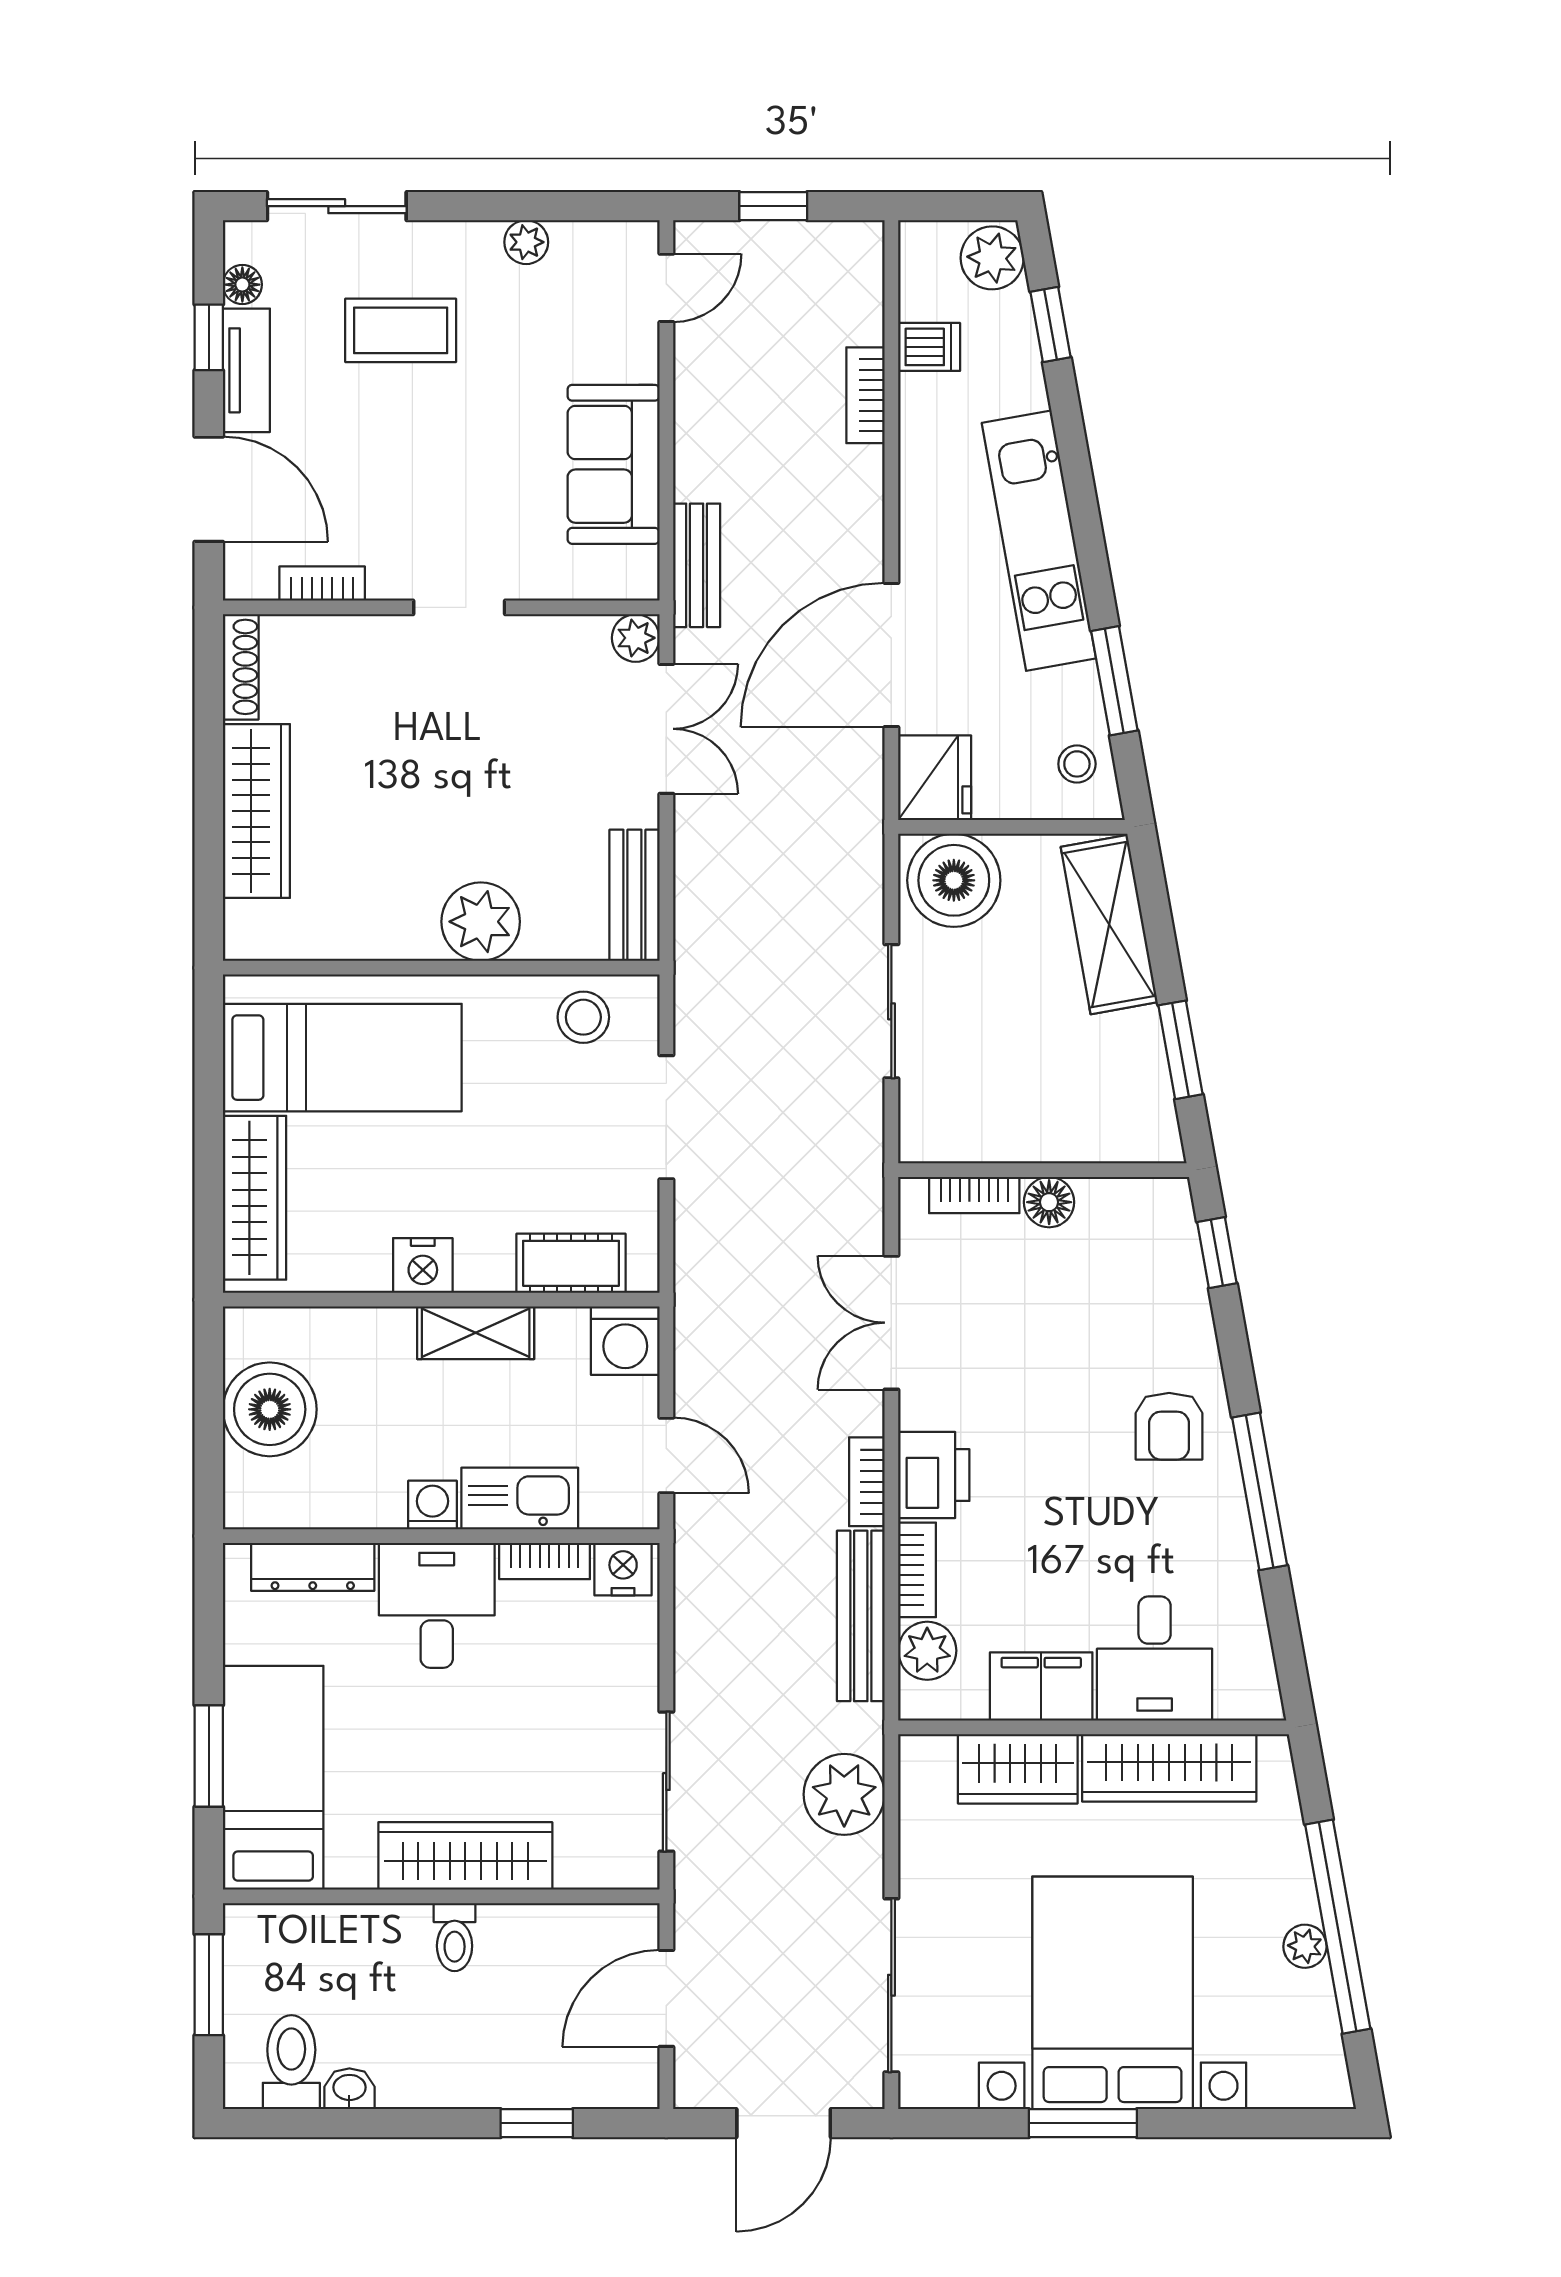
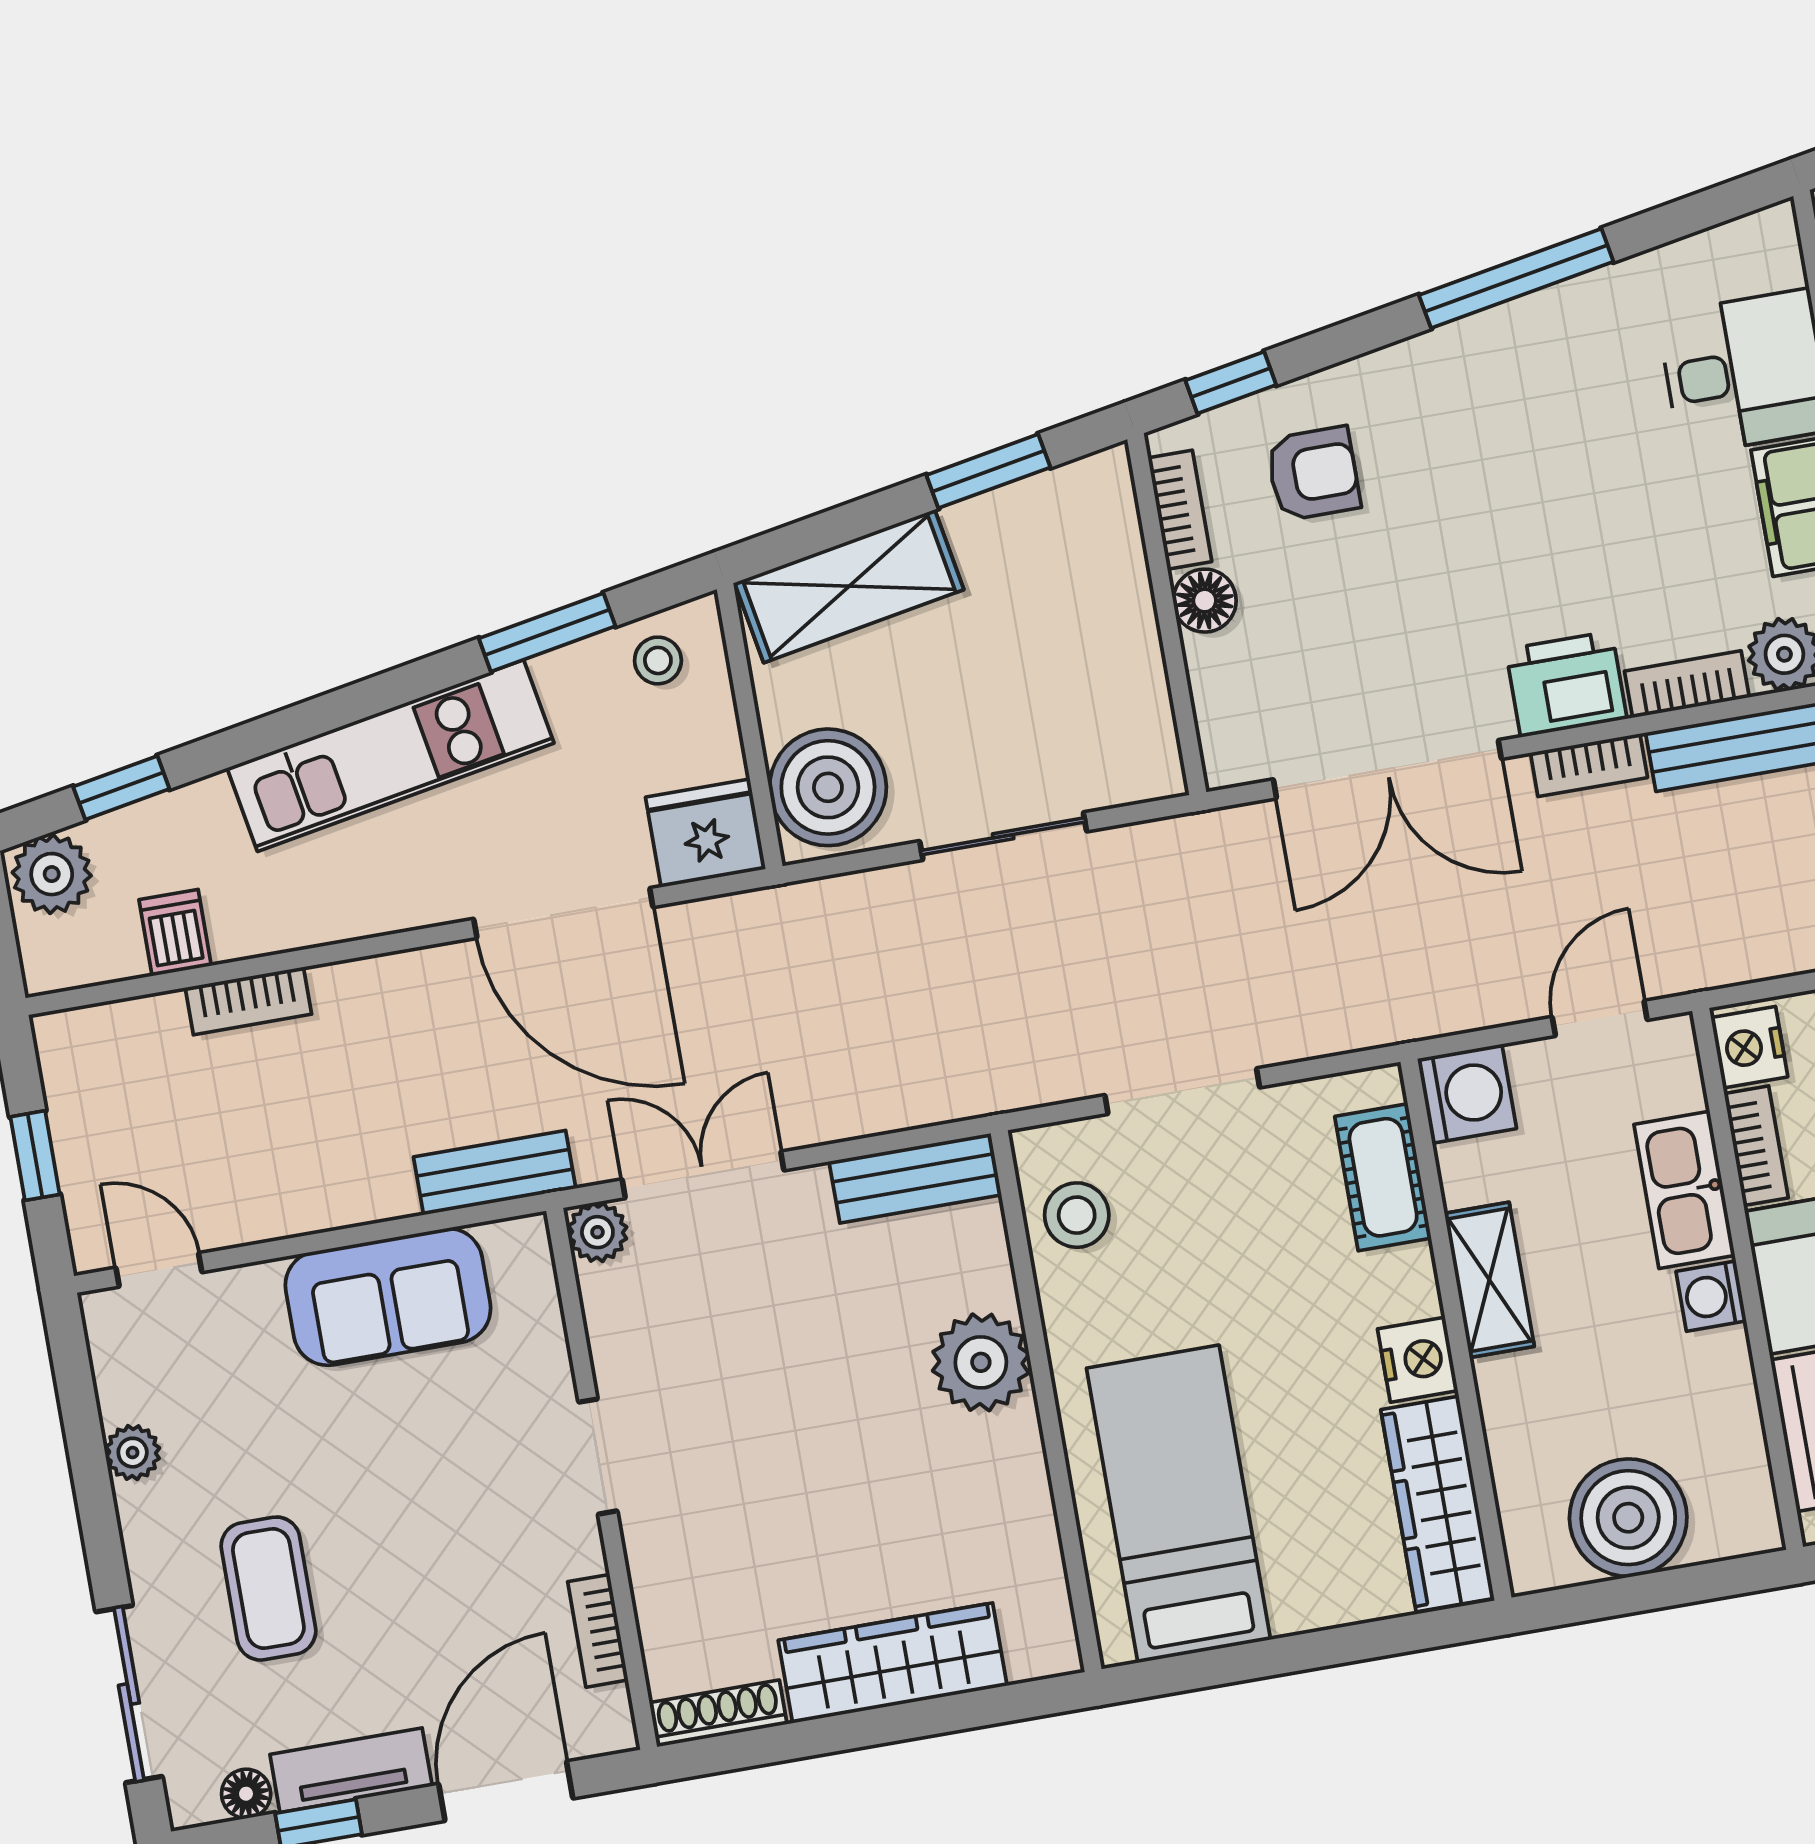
bookcase: (974, 1195) -> (1180, 510), moved
wardrobe: (254, 1198) -> (1437, 1504), moved, turned -90
double door: (891, 1323) -> (1387, 769), width x1.37
armchair: (1169, 1426) -> (1313, 474), moved

